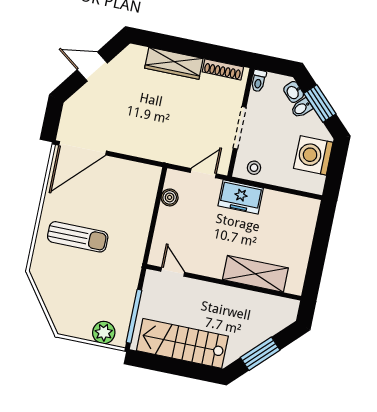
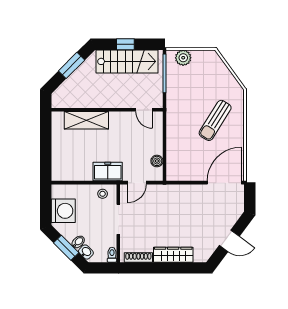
sun lounger: (78, 237) -> (215, 120), turned -58
window: (180, 368) -> (125, 44), added

